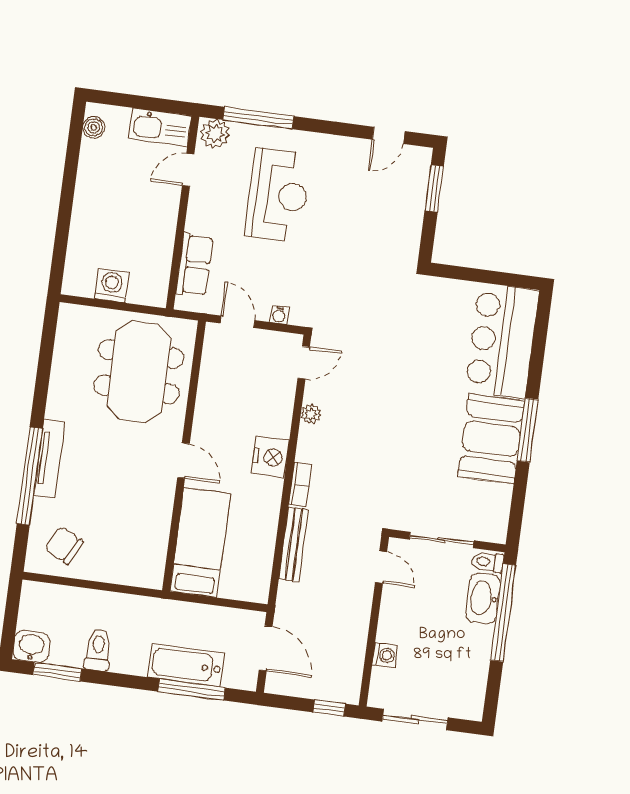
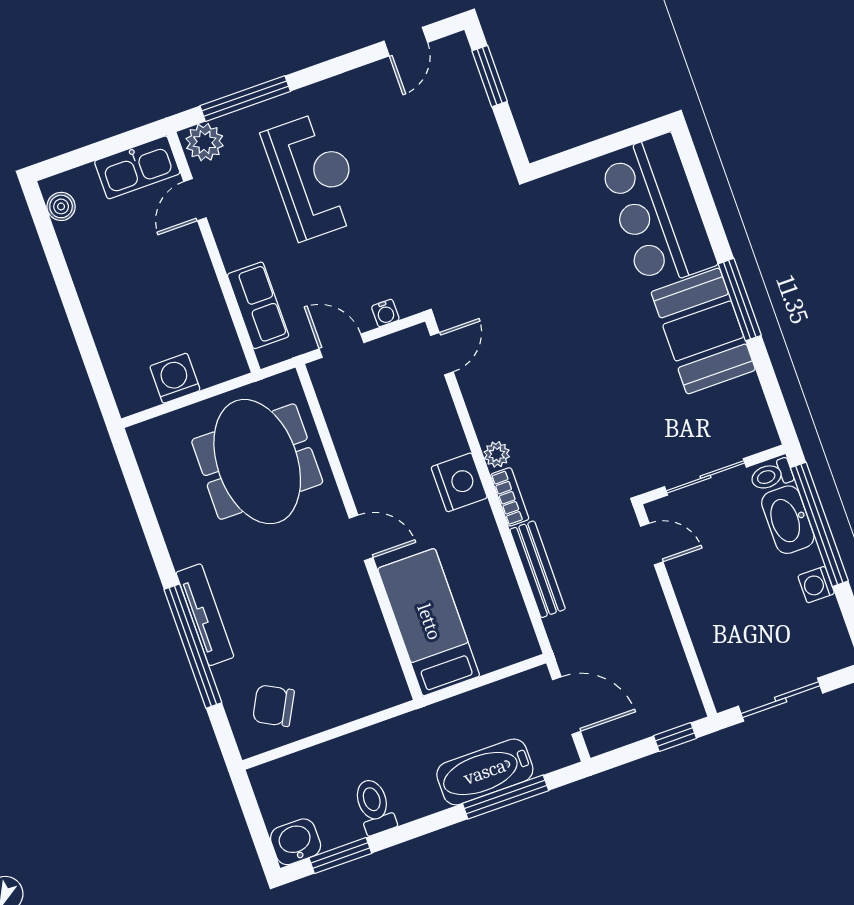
plant: (311, 414) -> (497, 454), moved
washing machine: (385, 655) -> (816, 585), moved, turned 180

